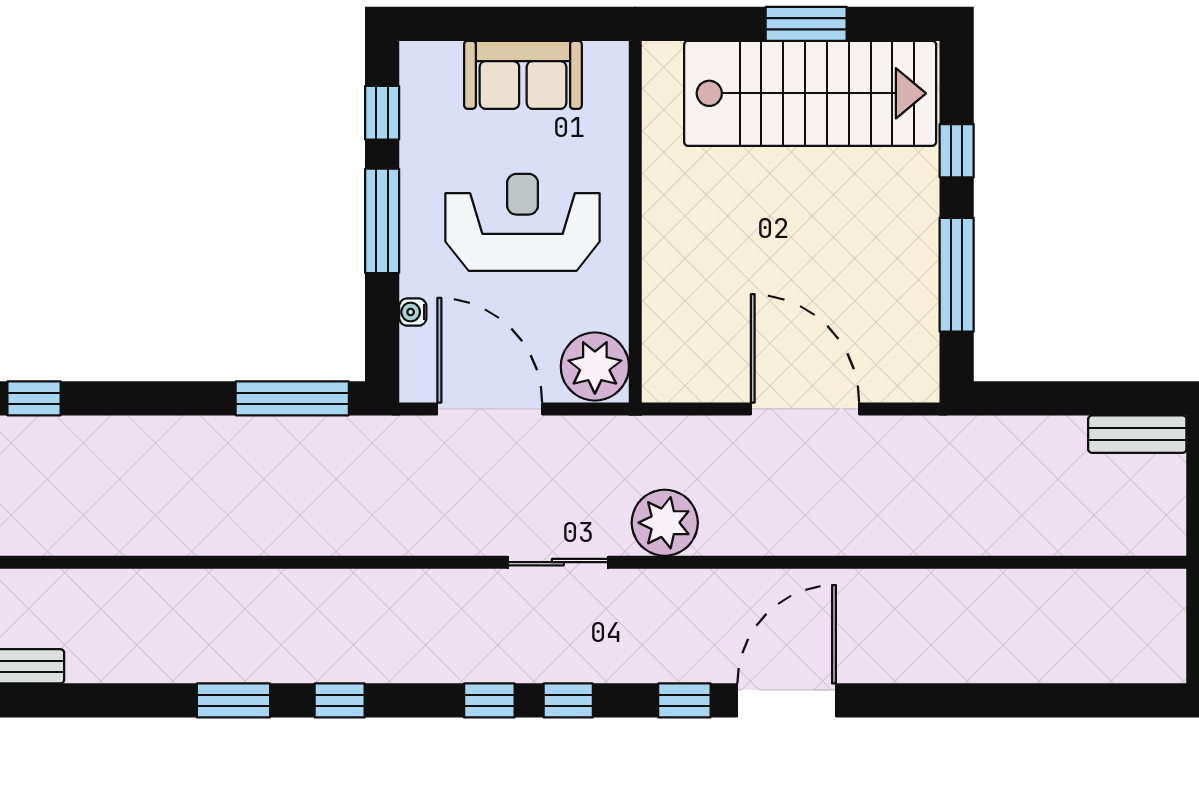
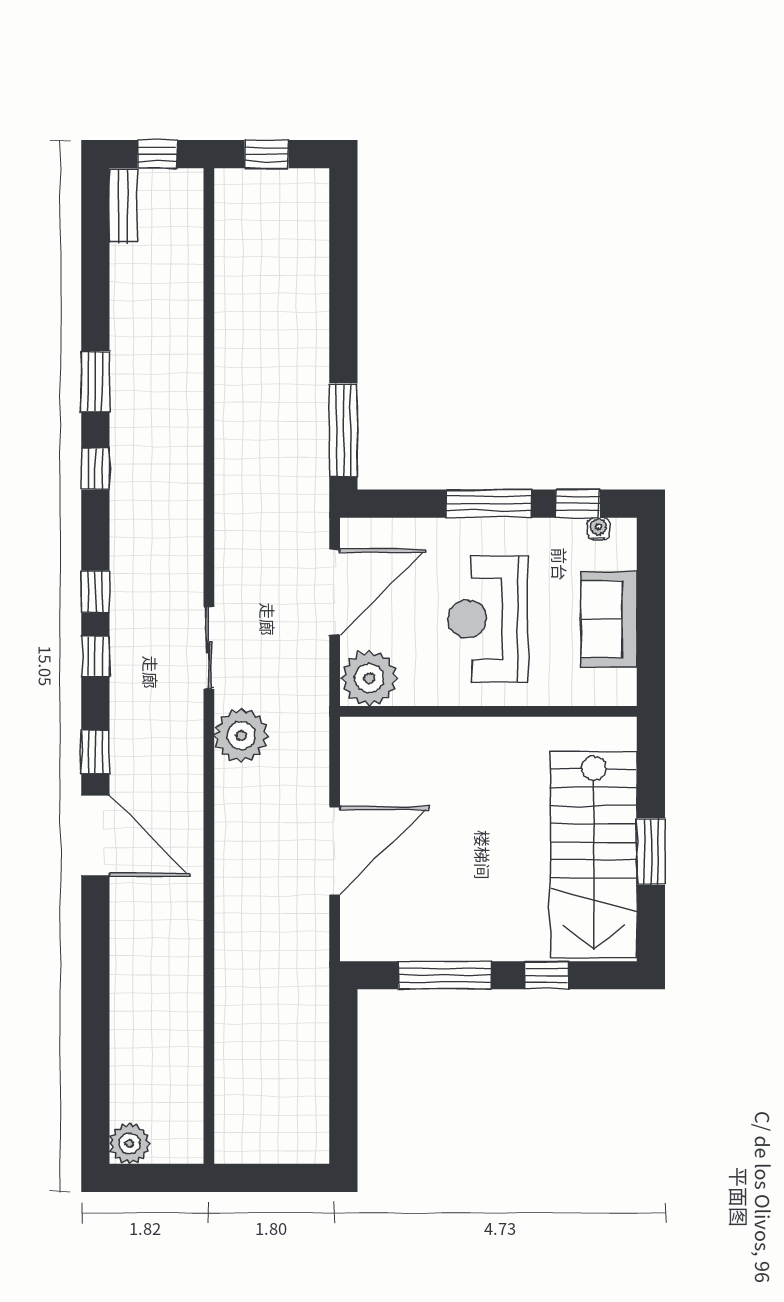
reception desk: (523, 222) -> (488, 619), turned 180
water cooler: (413, 312) -> (598, 529), moved
window: (34, 398) -> (343, 218), removed
bench: (1137, 434) -> (314, 1124), removed
plant: (1162, 659) -> (130, 1144), added

